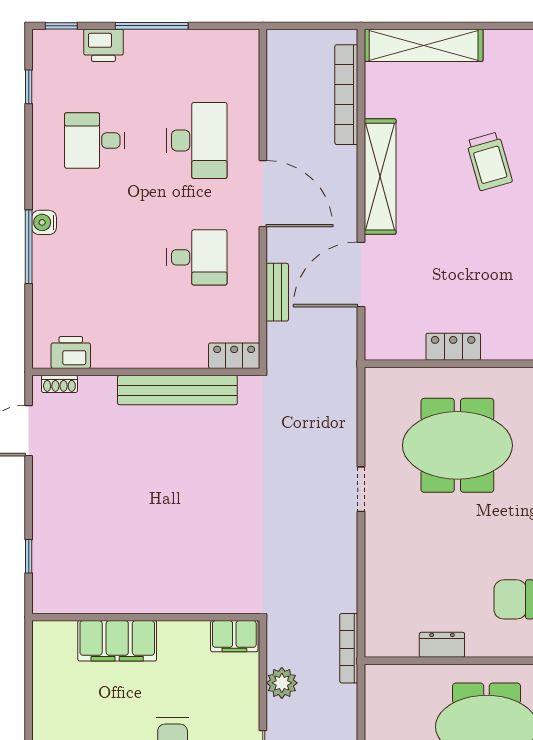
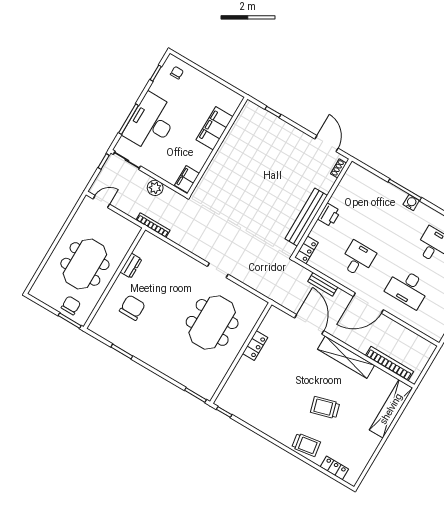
desk: (197, 257) -> (358, 259), turned 180
printer: (71, 353) -> (329, 215), moved

